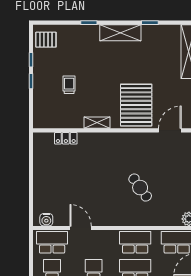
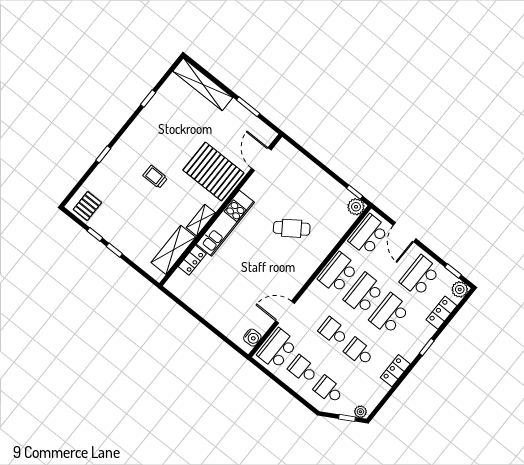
shelving: (120, 33) -> (173, 250), moved
trolley: (69, 85) -> (155, 177), moved
kitchen unit: (108, 141) -> (225, 223), added

